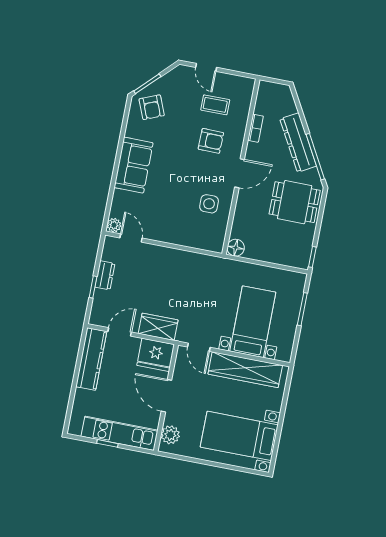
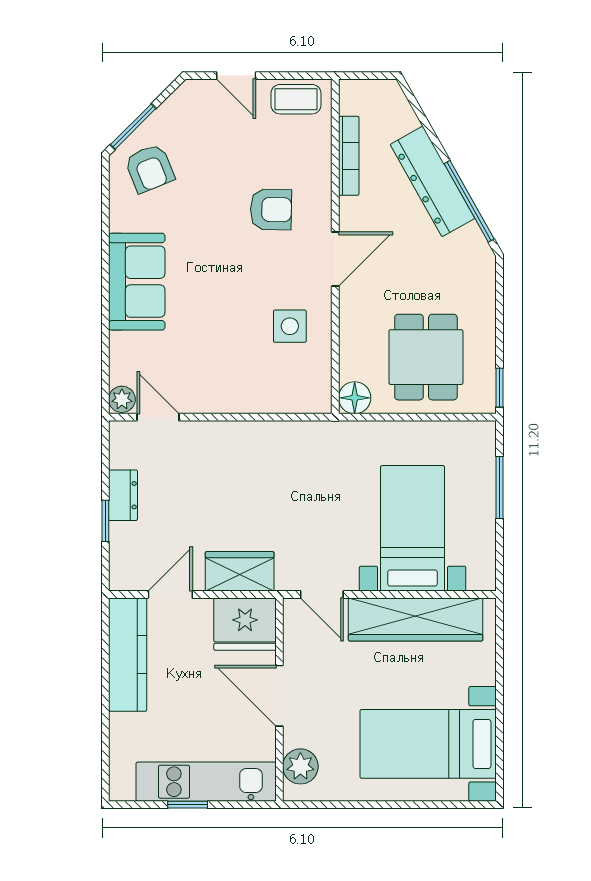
coffee table: (215, 105) -> (296, 99), moved
bookcase: (256, 128) -> (349, 156), width x1.56
dining table: (295, 202) -> (426, 357), moved, turned 90

